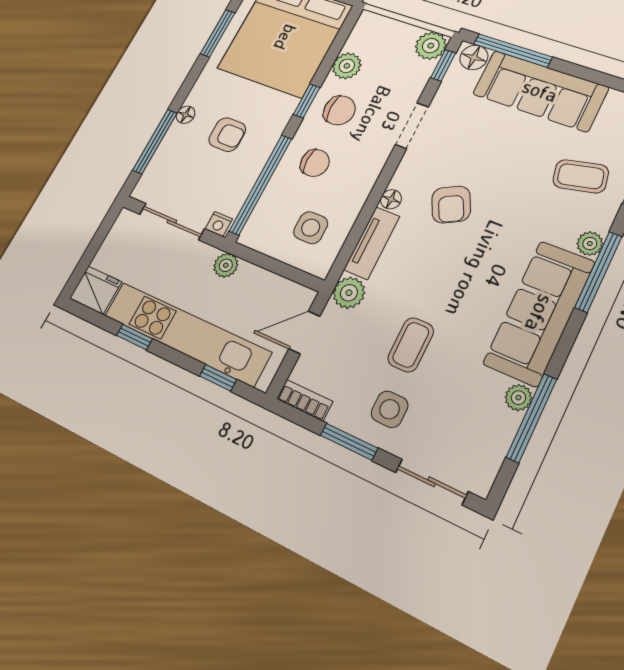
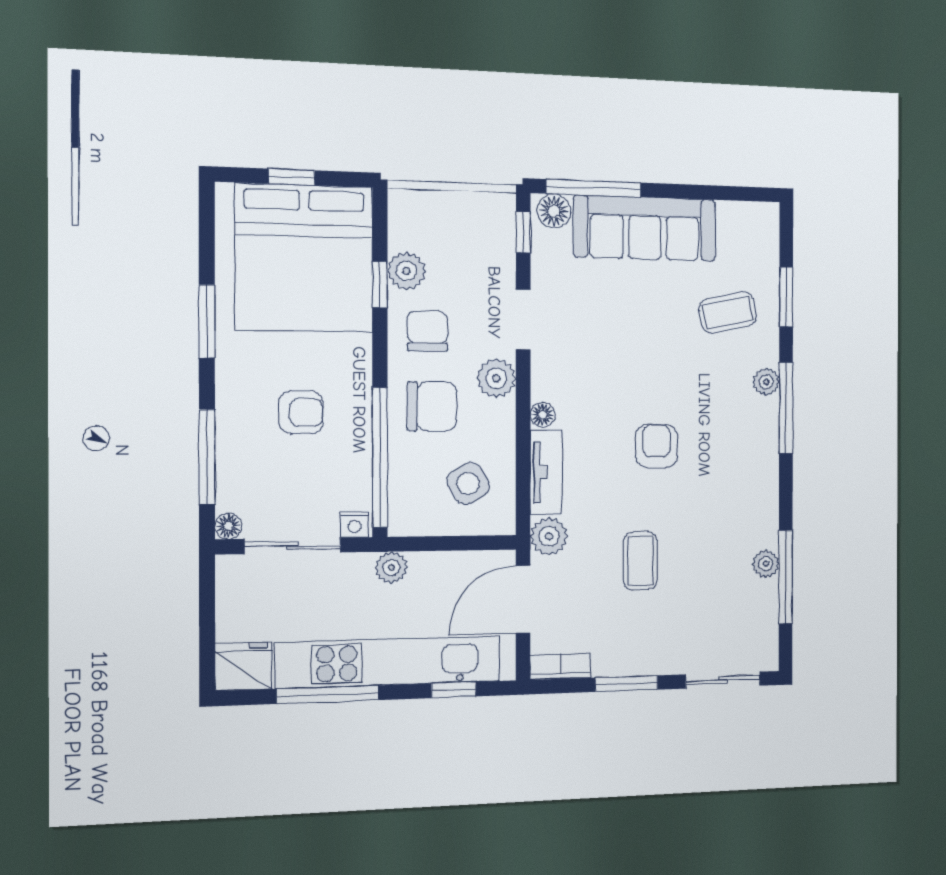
window: (218, 33) -> (207, 321), moved
plant: (431, 46) -> (496, 378), moved
window: (307, 101) -> (380, 284), moved
chair: (339, 110) -> (427, 331), turned -90
floor lamp: (186, 115) -> (228, 526), moved
chair: (315, 163) -> (432, 406), width x1.37, depth x1.37
armchair: (451, 205) -> (656, 446), moved, turned -153
side table: (311, 228) -> (468, 483), turned -30
sofa: (539, 313) -> (749, 473), removed
door: (304, 333) -> (523, 599), width x1.38
window: (134, 337) -> (328, 695), width x2.17
side table: (390, 409) -> (651, 634), removed

